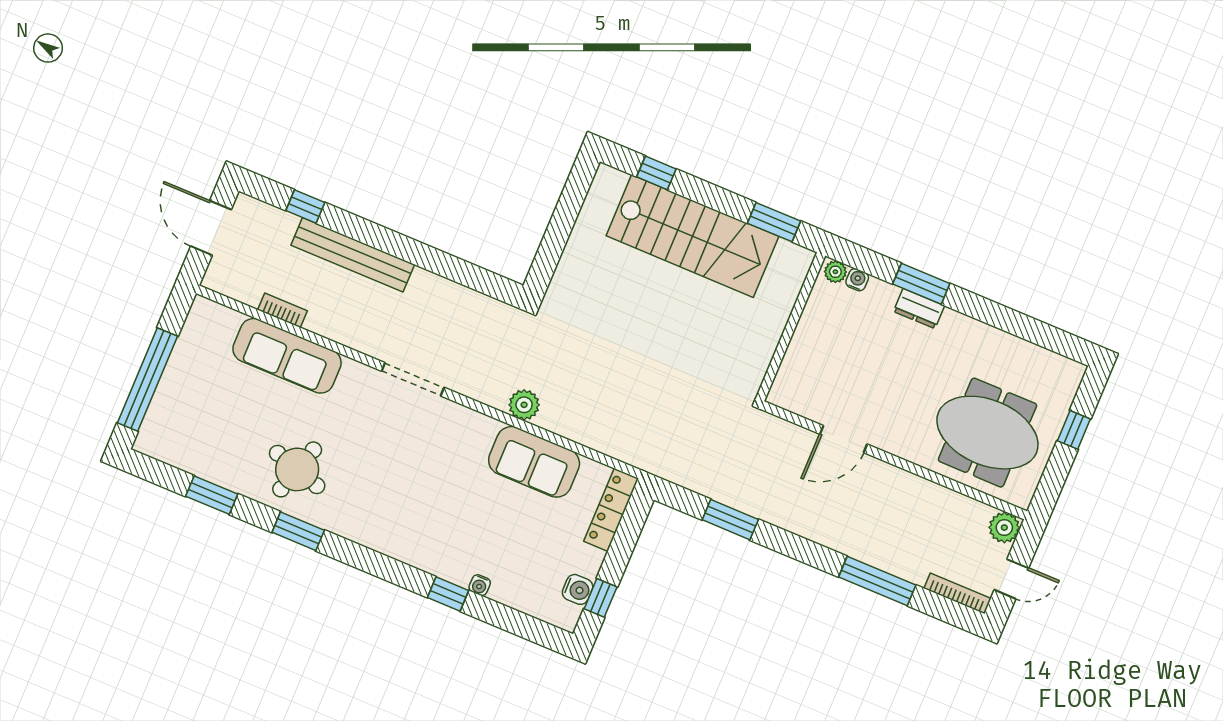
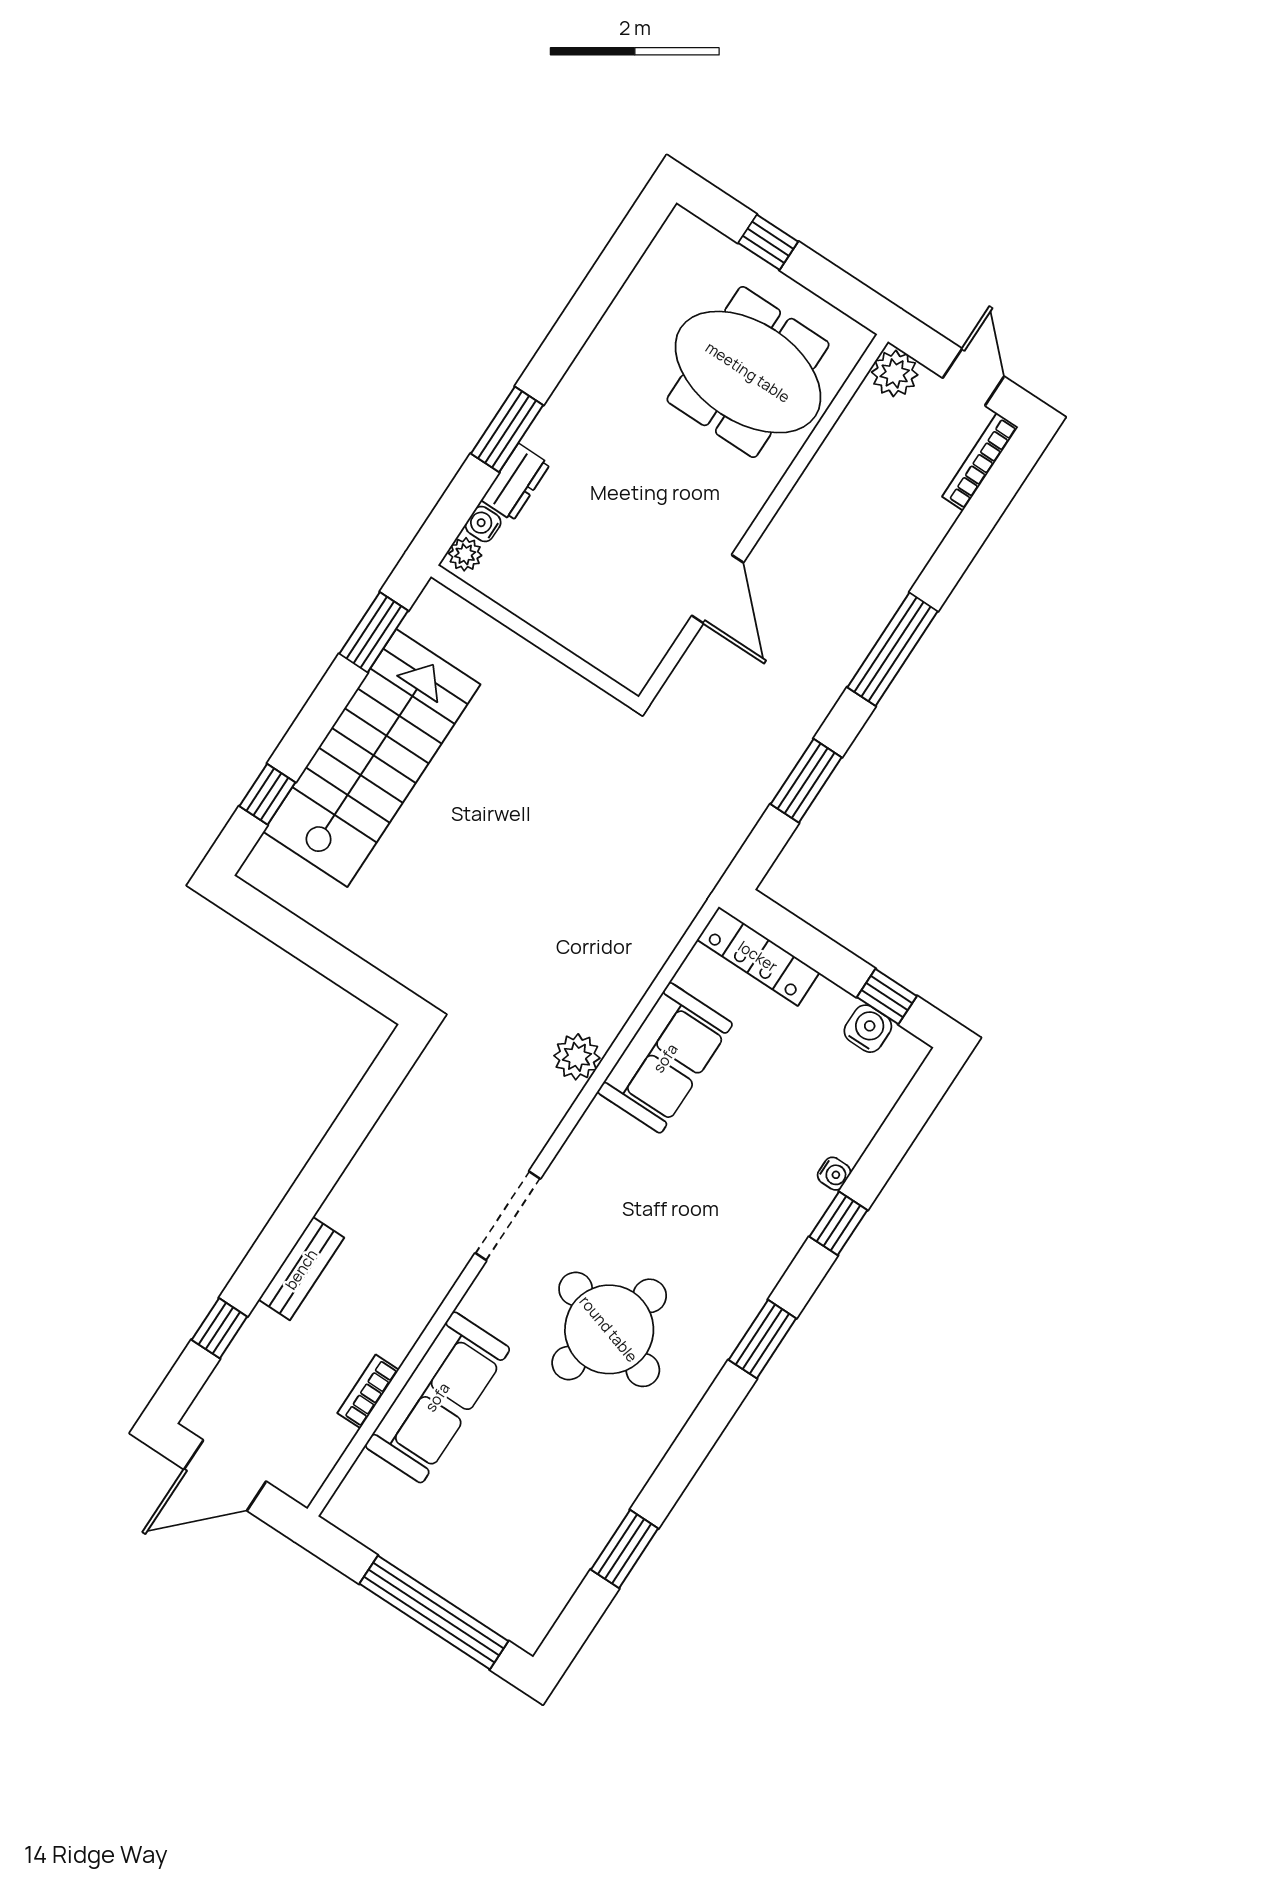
bench: (353, 255) -> (301, 1269), width x0.54, depth x0.82
dresser: (919, 309) -> (516, 482), moved
meeting table: (987, 433) -> (748, 372), turned 90
round table: (297, 469) -> (609, 1329), moved, width x1.36, depth x1.36
window: (298, 531) -> (762, 1339), moved
window: (877, 581) -> (892, 649), moved

